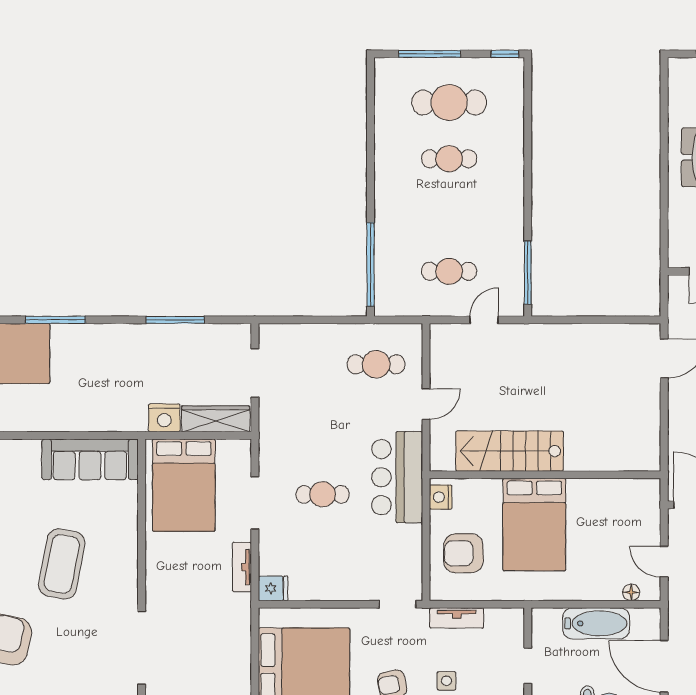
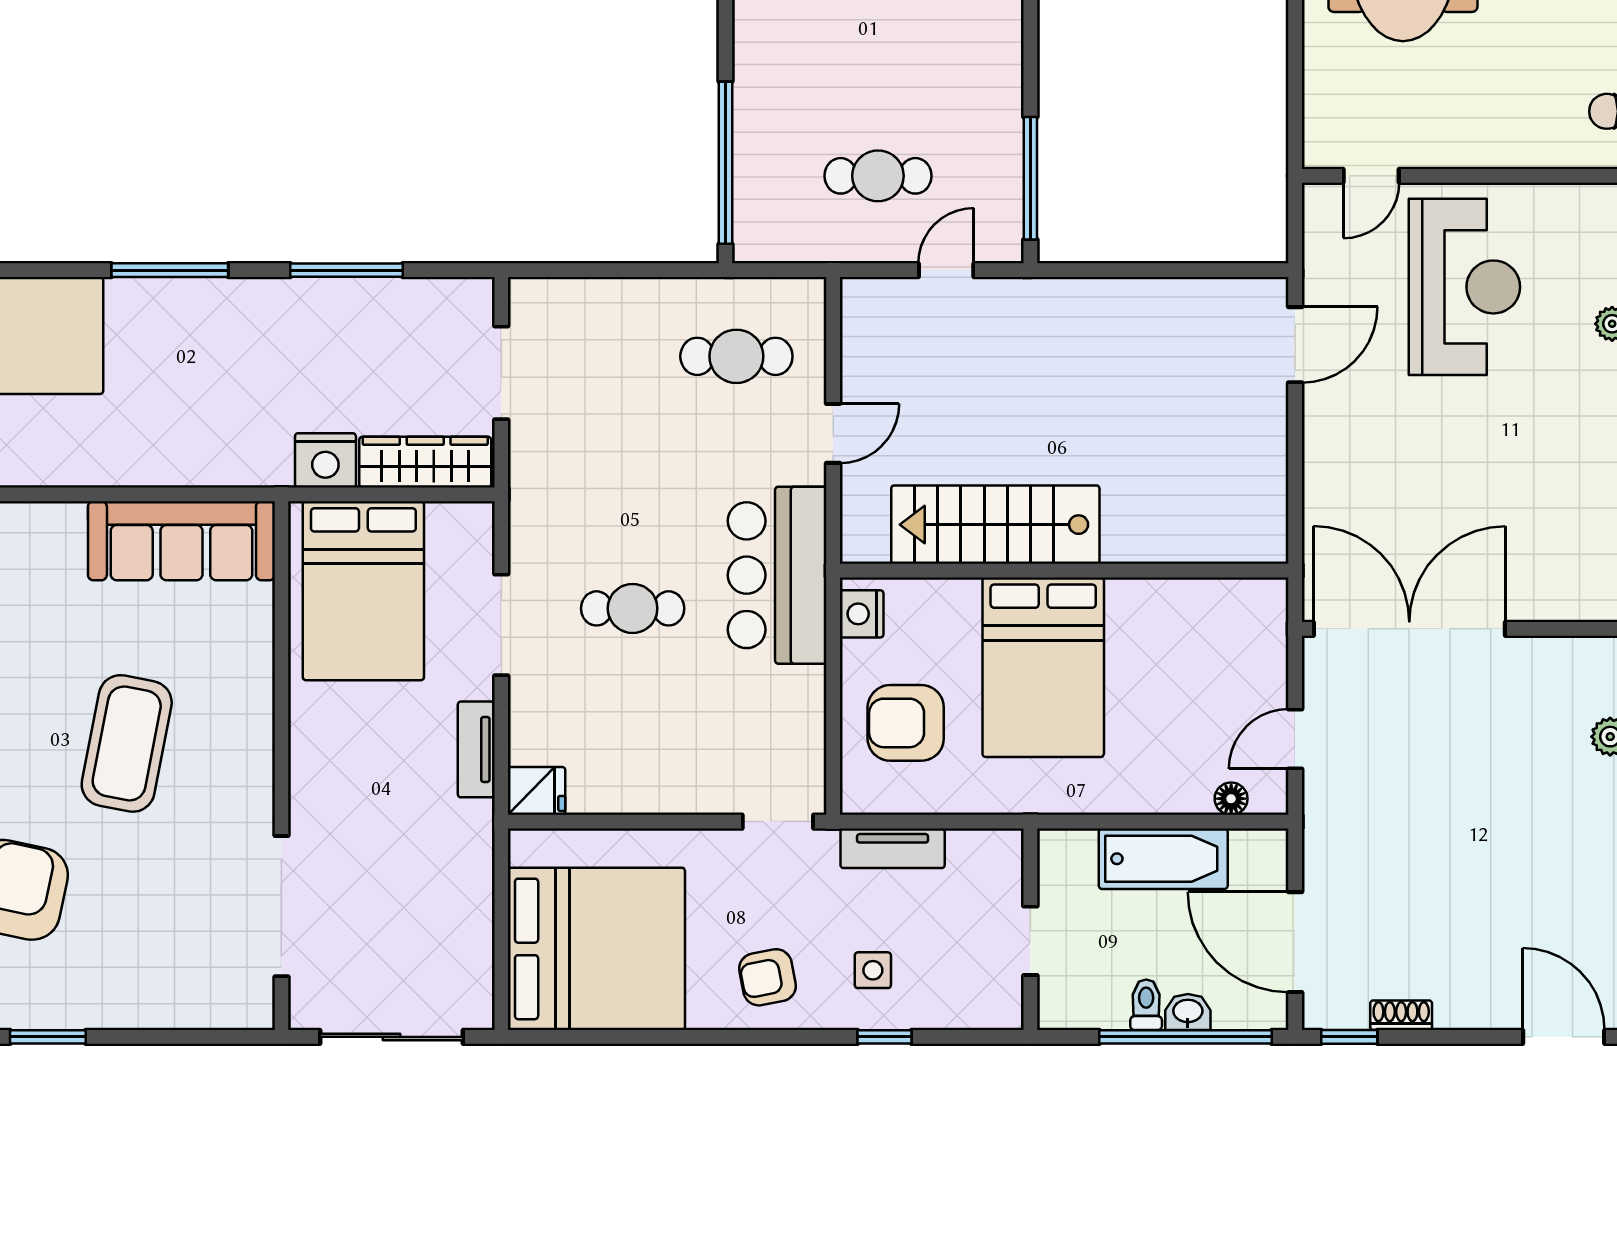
window: (55, 320) -> (170, 270), moved
door: (664, 562) -> (1295, 739), hinge flipped

